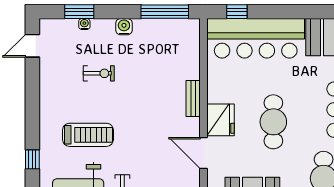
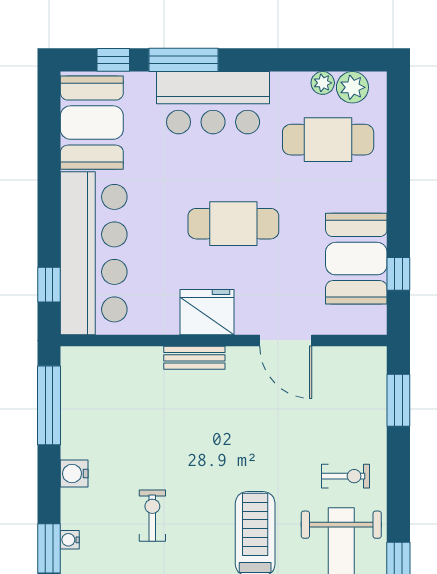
fridge: (221, 120) -> (207, 312), moved
door: (204, 153) -> (286, 340), hinge flipped

